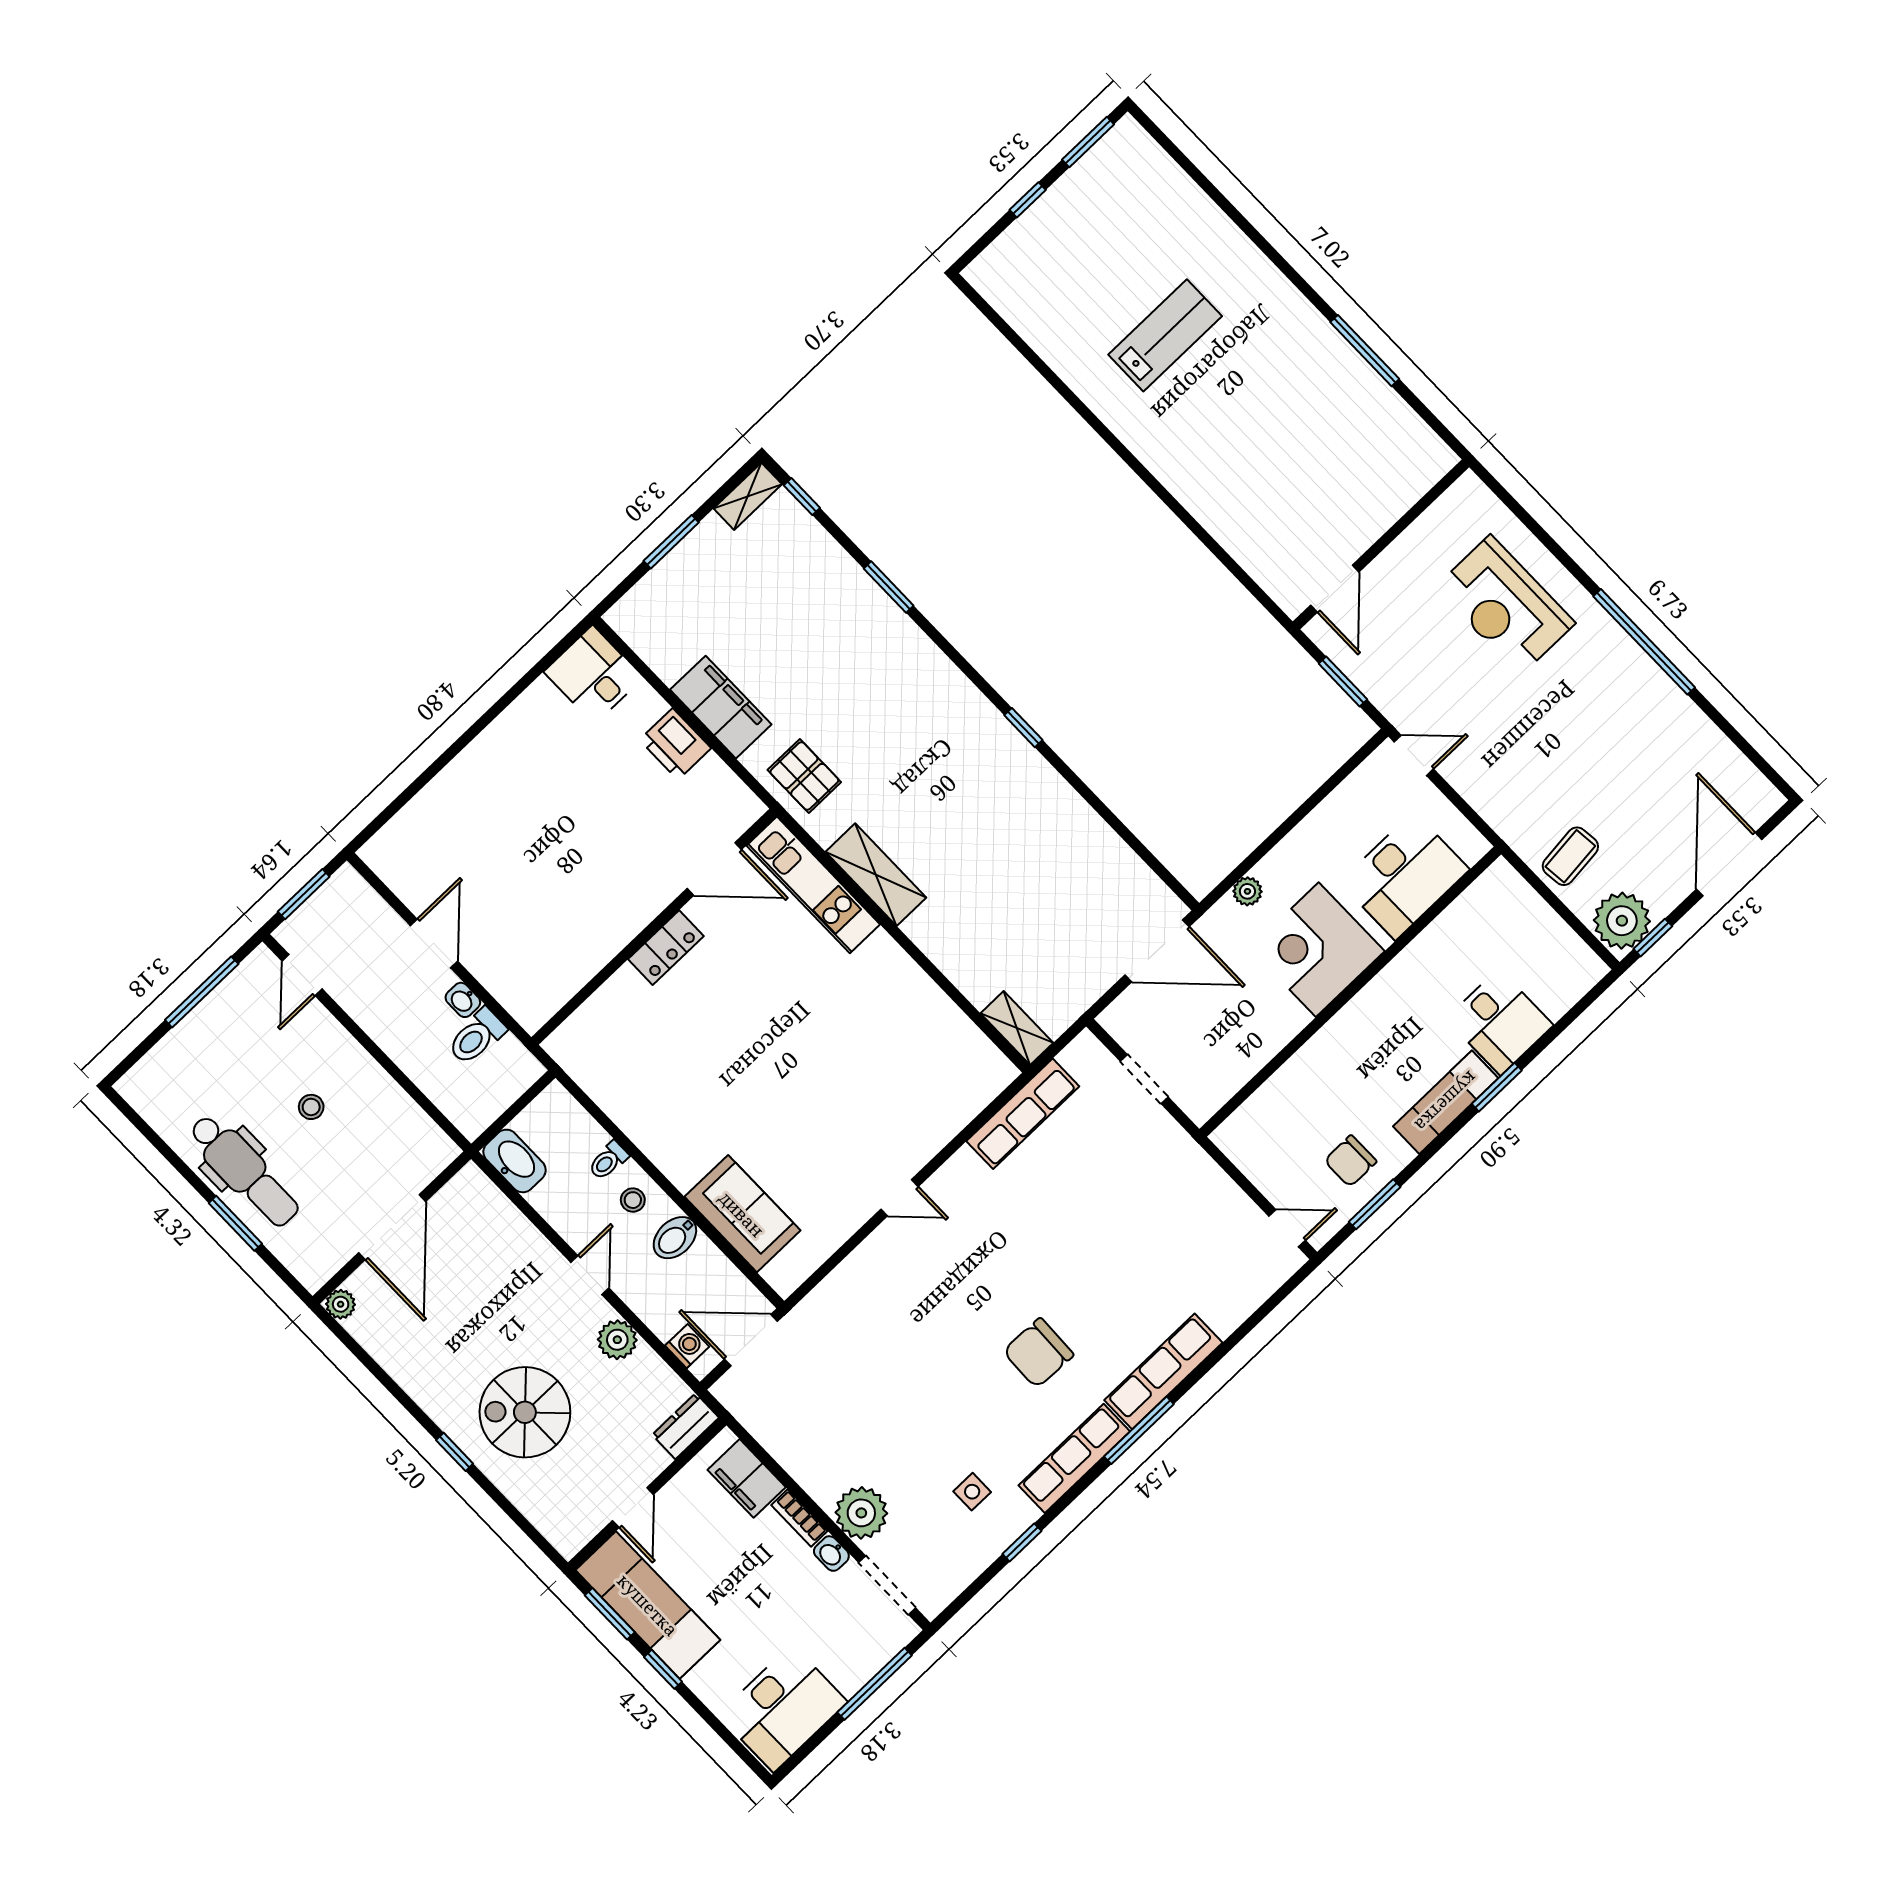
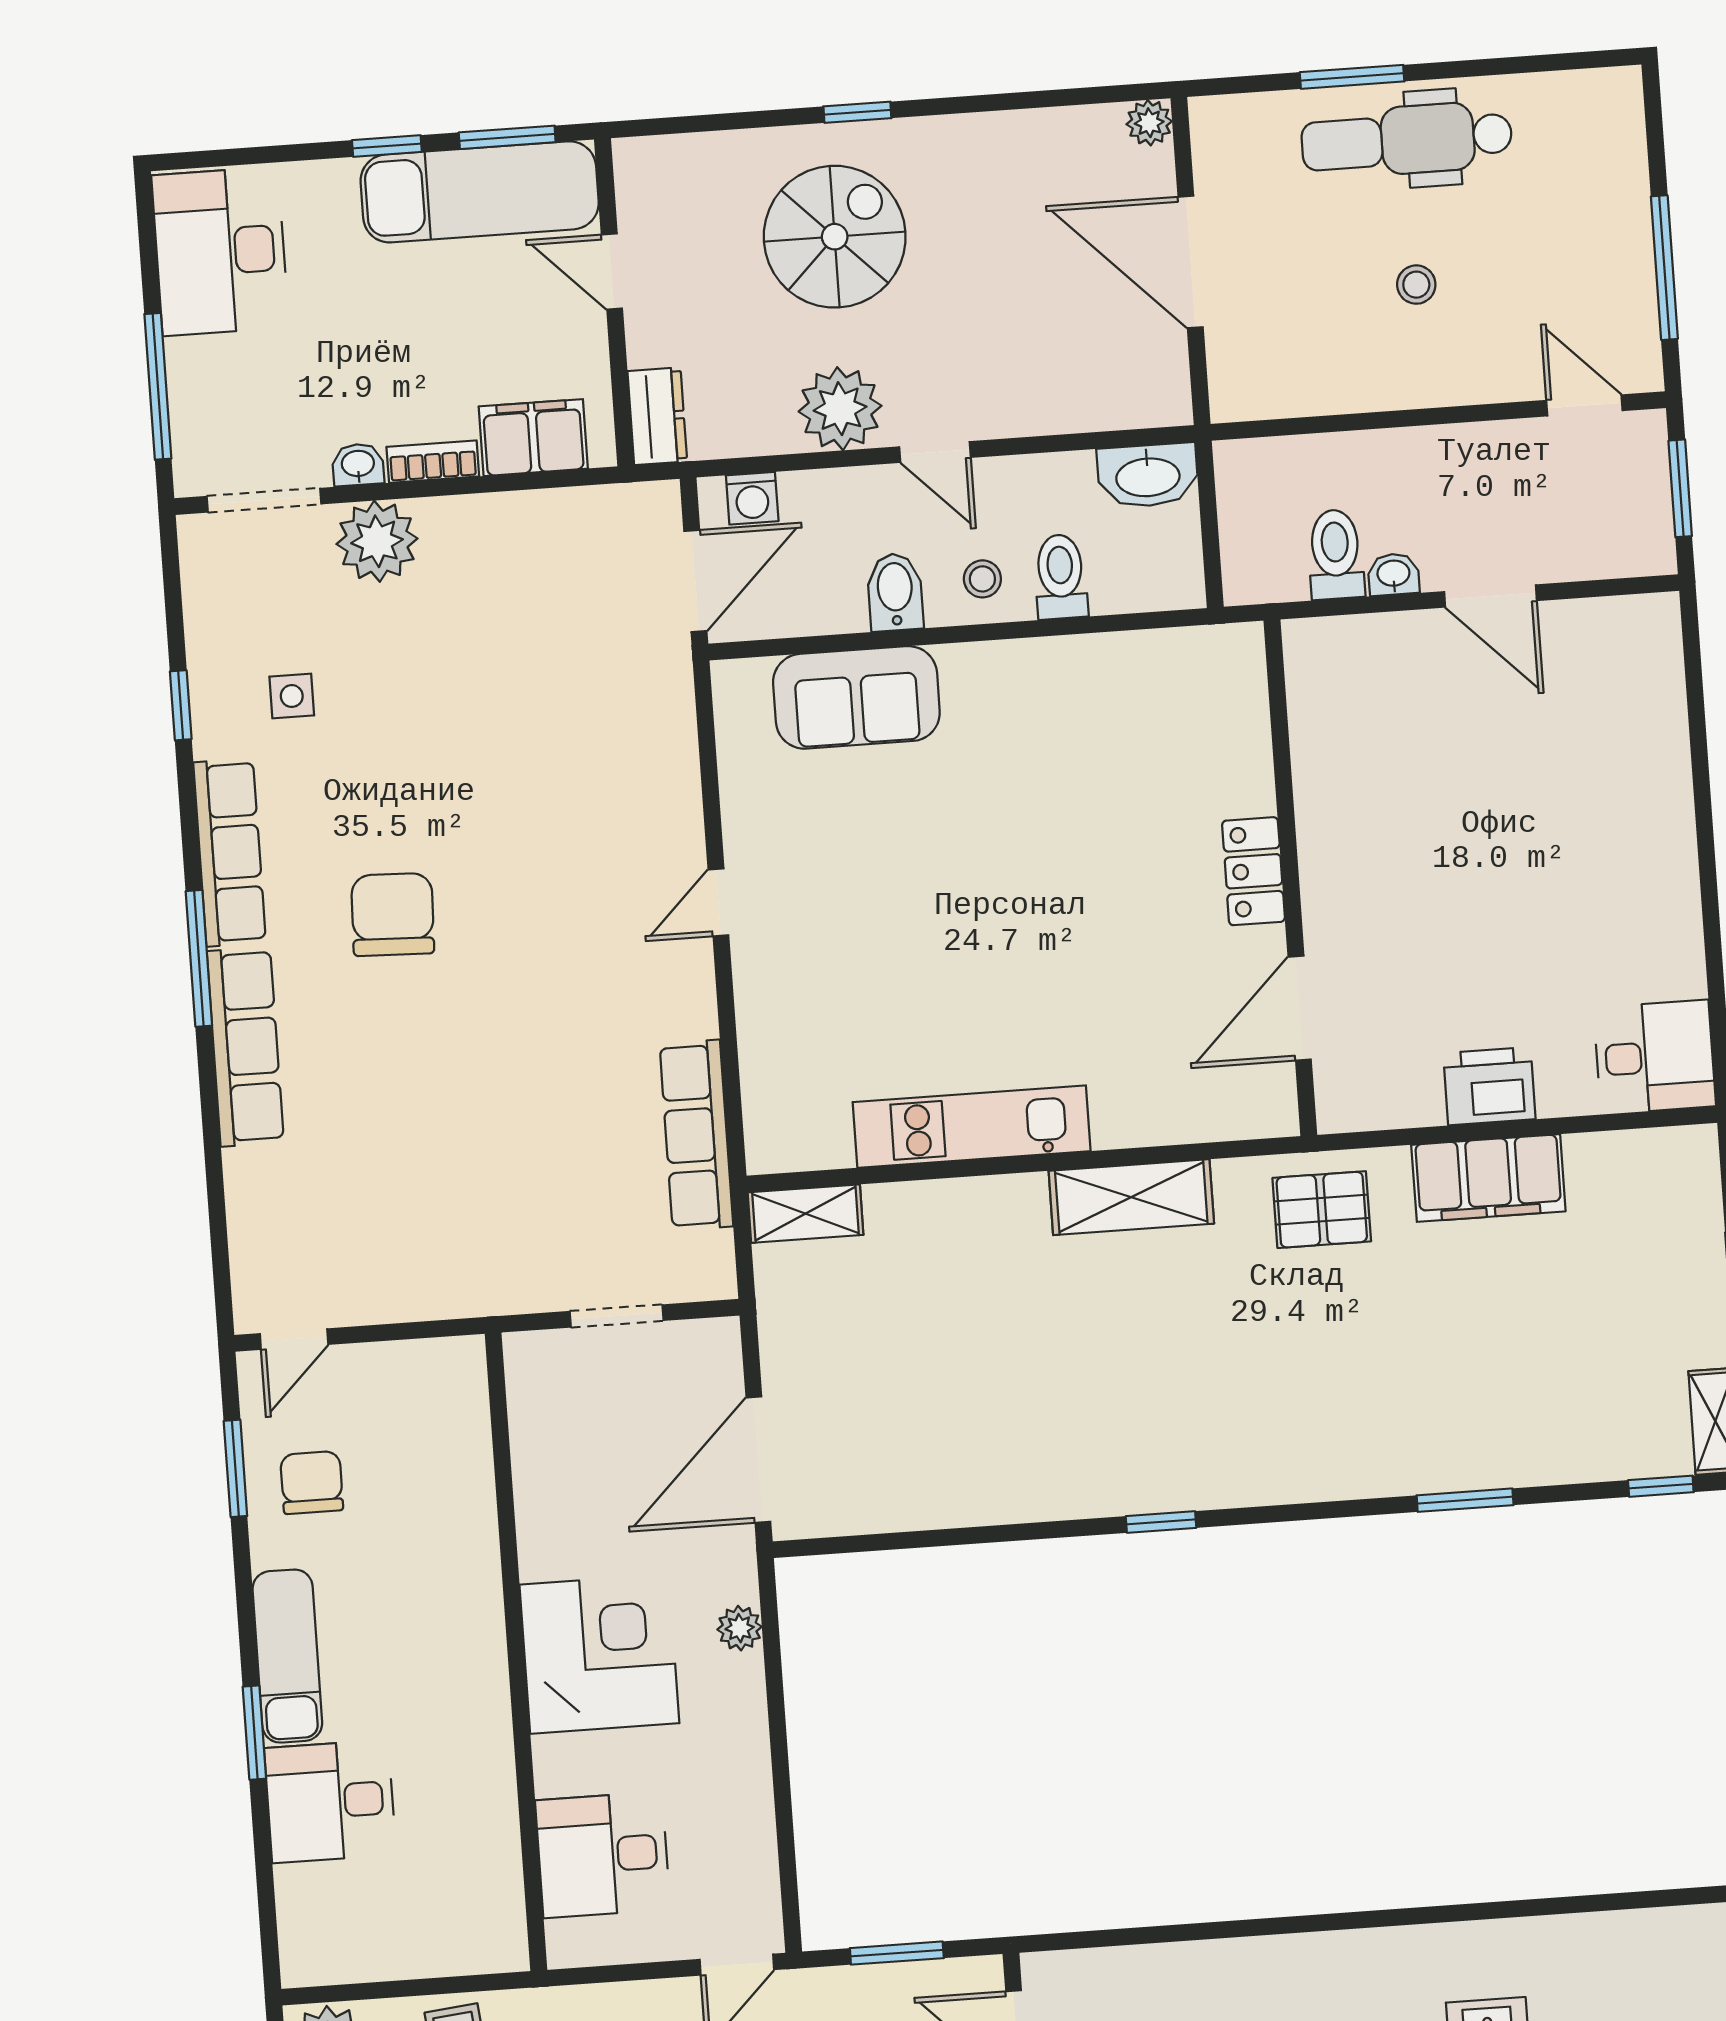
desk: (1405, 876) -> (603, 1855), width x0.73
kitchen unit: (813, 885) -> (972, 1127), moved
toilet: (608, 1161) -> (1061, 577), width x1.37, depth x1.39
plant: (617, 1340) -> (840, 409), width x1.36, depth x1.36

